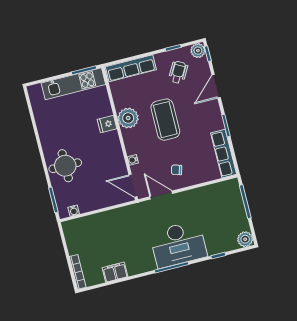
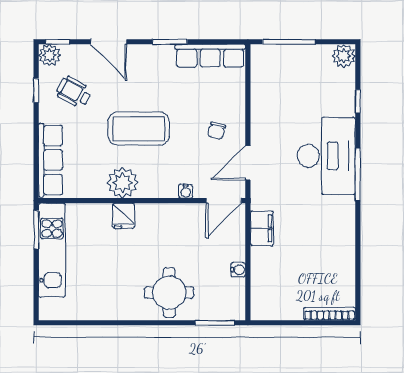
water cooler: (74, 211) -> (238, 270), moved
filing cabinet: (115, 272) -> (262, 228), moved, turned 180

